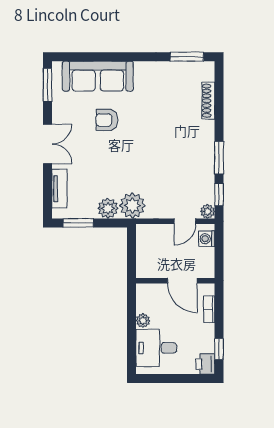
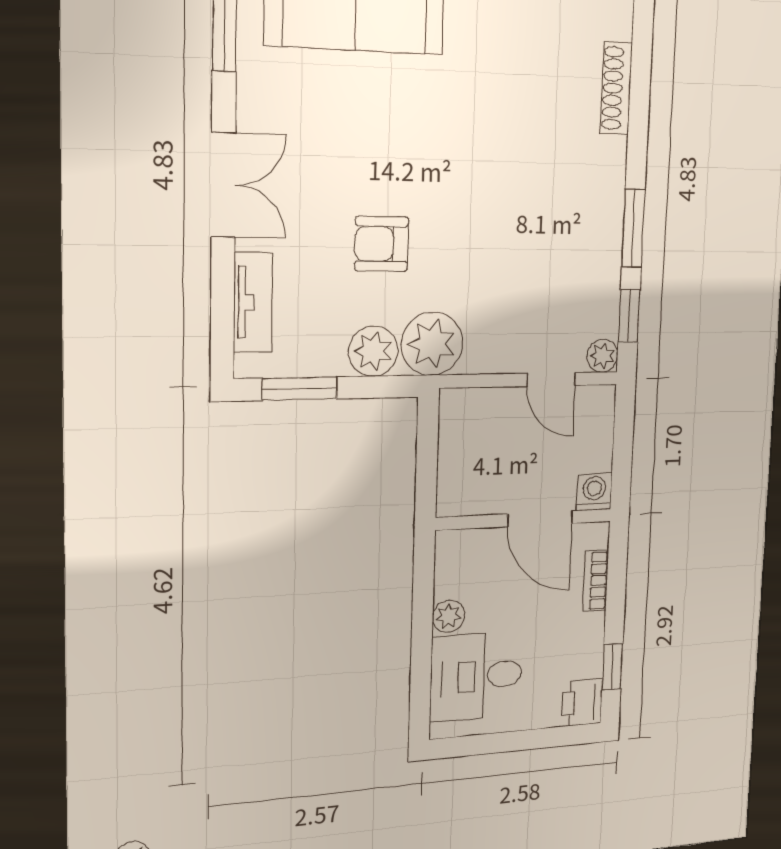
armchair: (107, 120) -> (382, 244), moved
door: (185, 221) -> (551, 379), hinge flipped
washing machine: (207, 239) -> (594, 492), moved, turned 90

